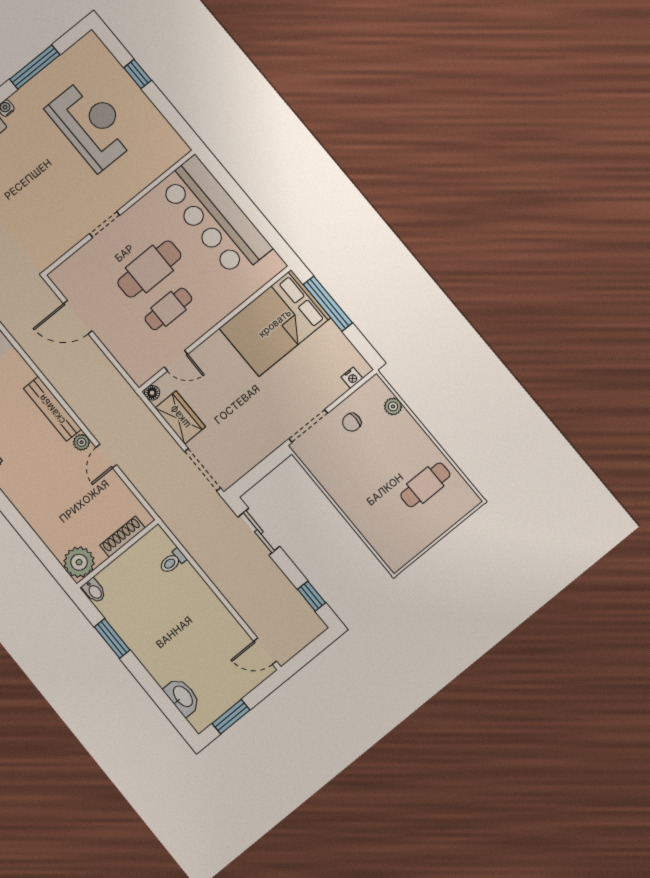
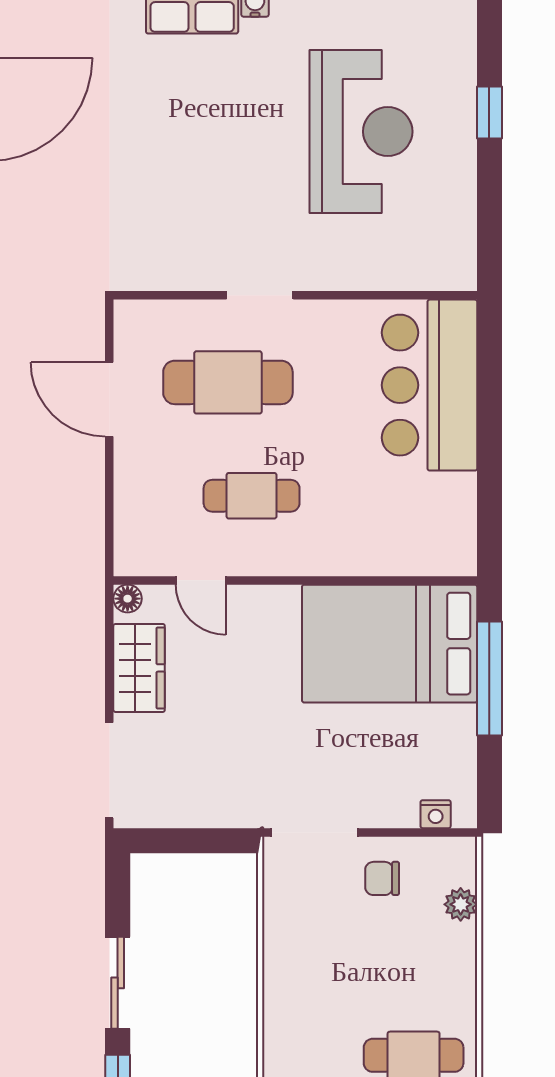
bar counter: (215, 217) -> (429, 385), width x0.73
cafe table: (149, 269) -> (228, 382), moved
sliding door: (259, 532) -> (118, 983), moved

